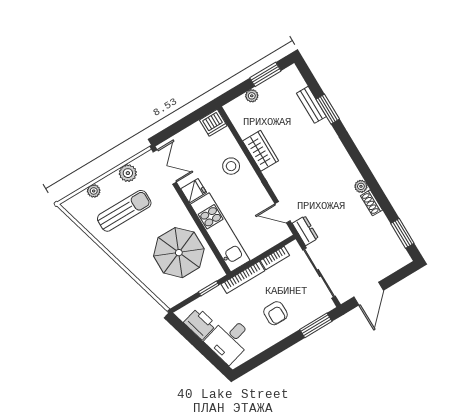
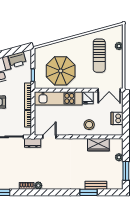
dishwasher: (213, 123) -> (117, 118), moved
wardrobe: (261, 151) -> (98, 145), moved
plant: (128, 173) -> (118, 69), removed

